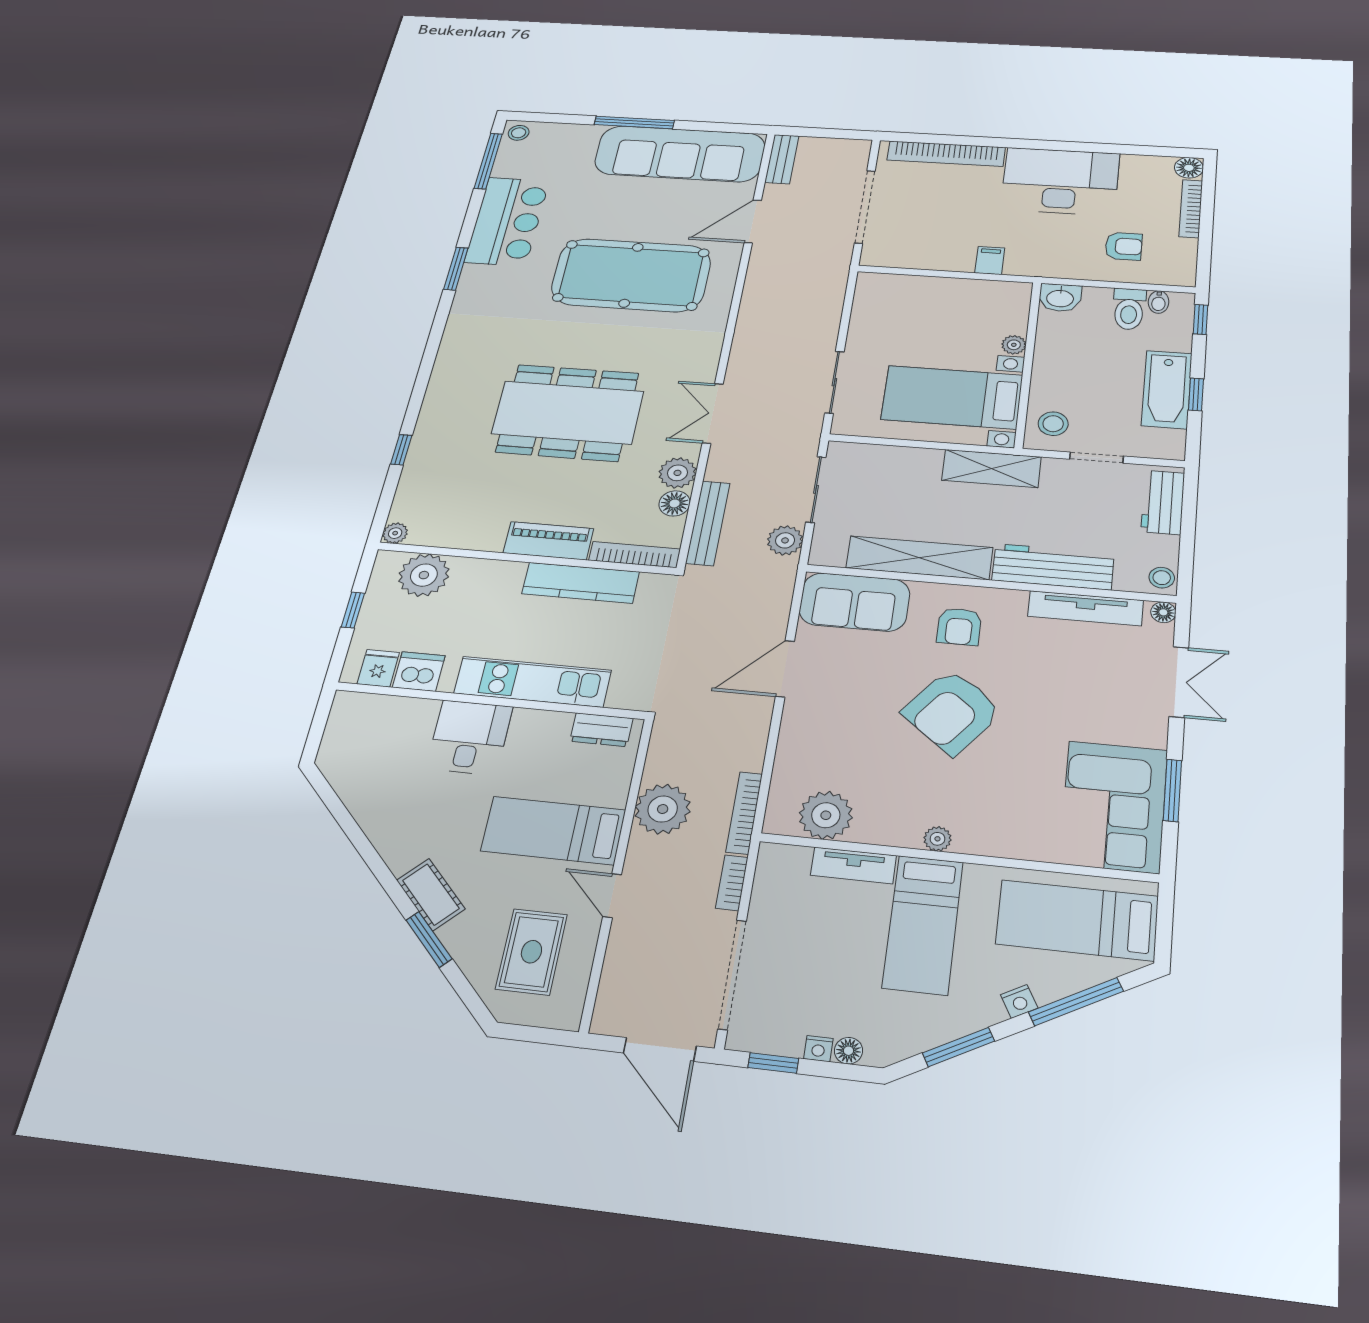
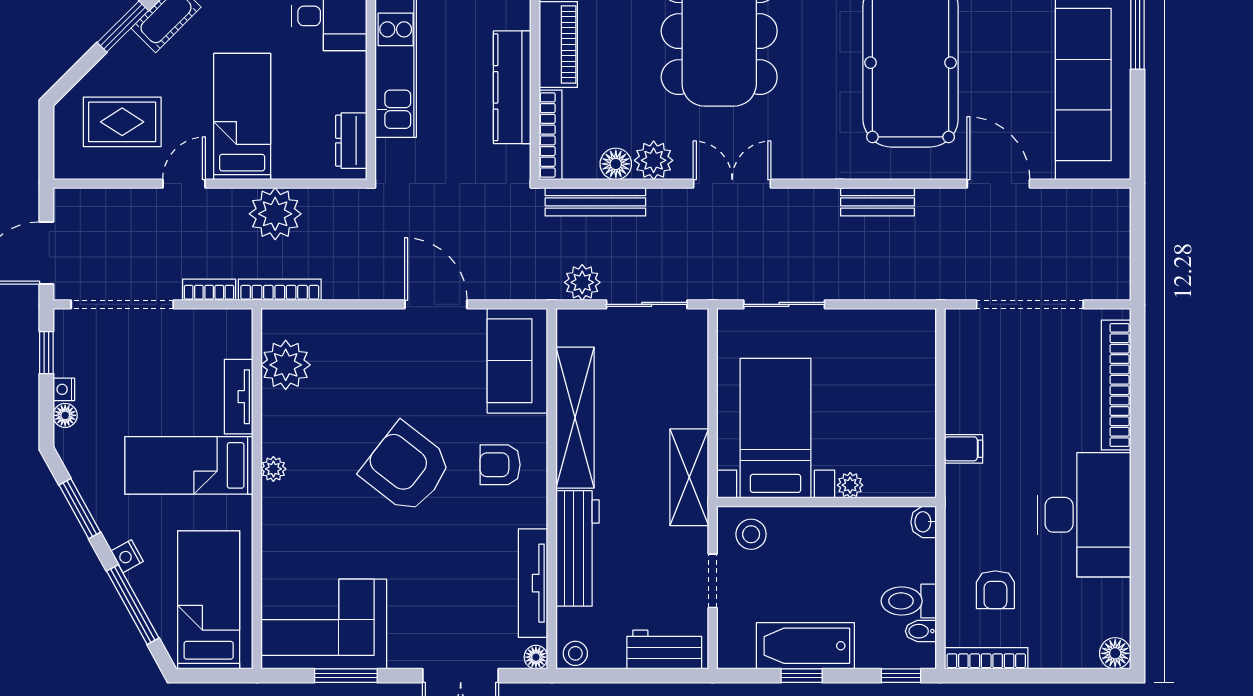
bench: (782, 159) -> (878, 202), moved
bookcase: (1191, 209) -> (986, 658), moved
washbasin: (1060, 298) -> (924, 522), width x0.72, depth x0.69

